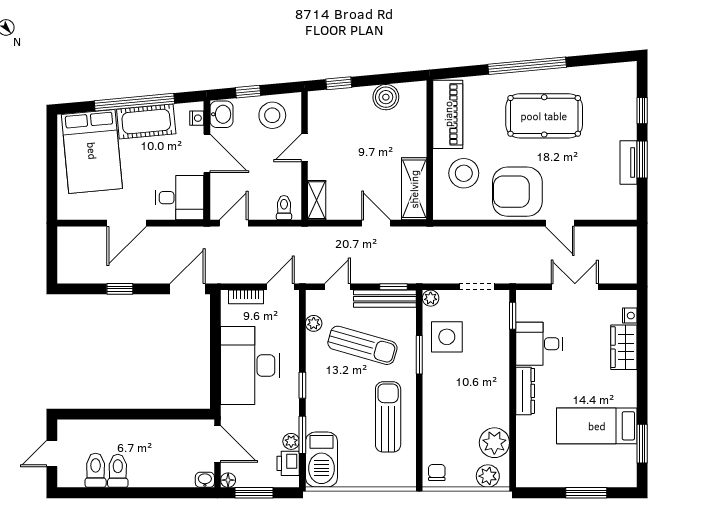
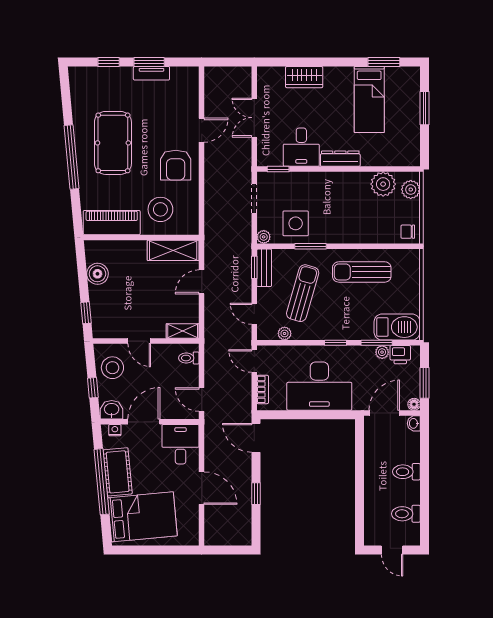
armchair: (517, 192) -> (176, 165), width x0.73, depth x0.73
bench: (385, 299) -> (264, 268), width x0.73
nightstand: (630, 316) -> (278, 72), removed
toilet: (118, 471) -> (406, 472), moved

